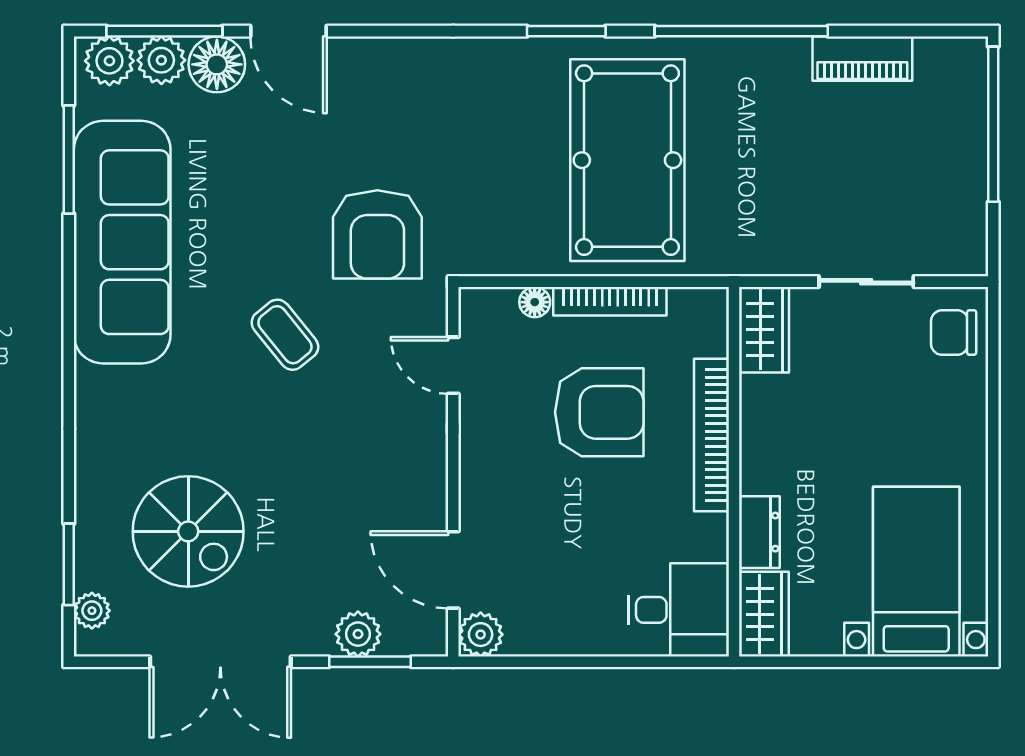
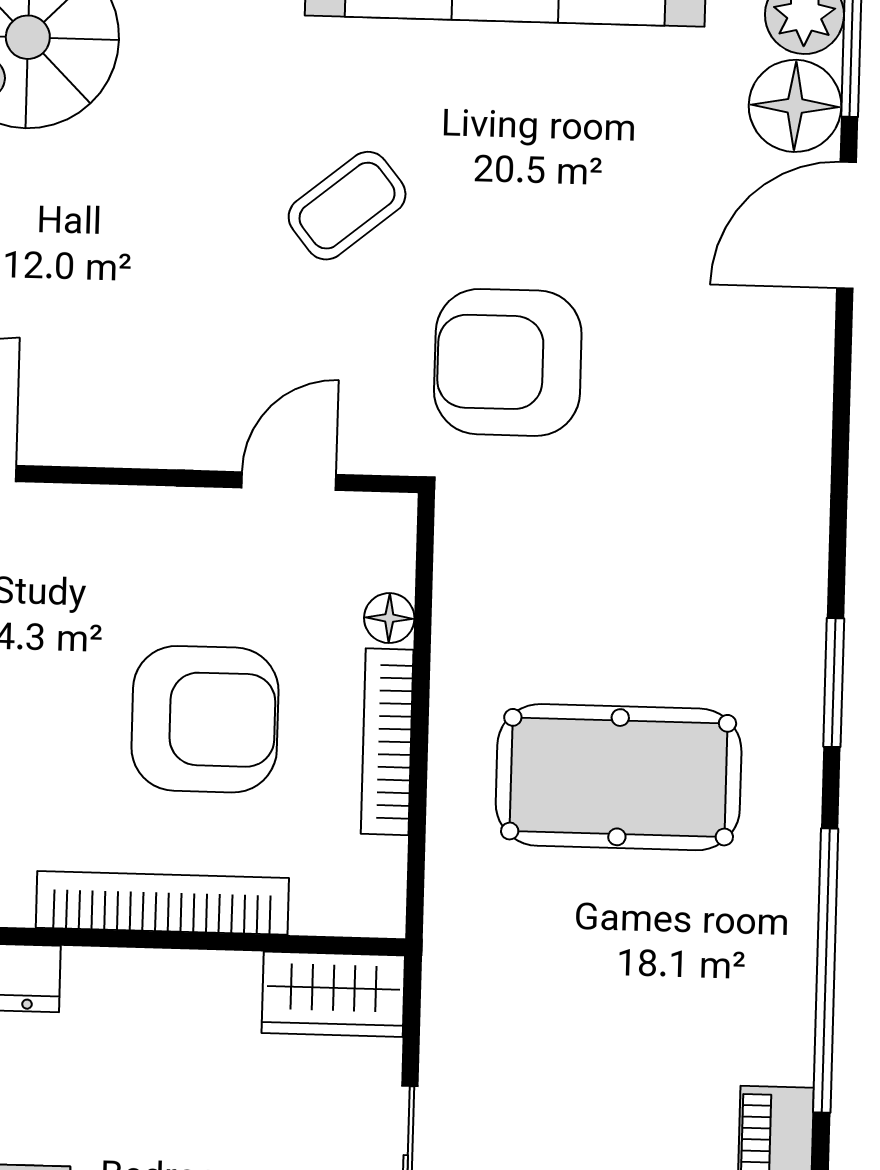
pool table: (627, 160) -> (619, 777), width x0.73, depth x0.76
armchair: (599, 412) -> (205, 719), turned -90

